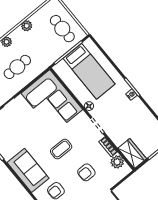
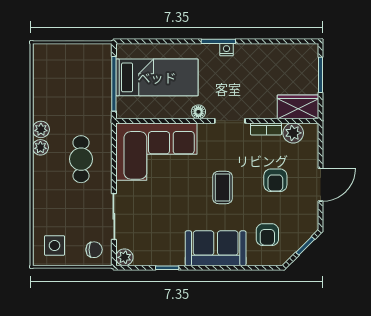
plant: (27, 26) -> (41, 129), moved
cafe table: (62, 29) -> (79, 67), removed

